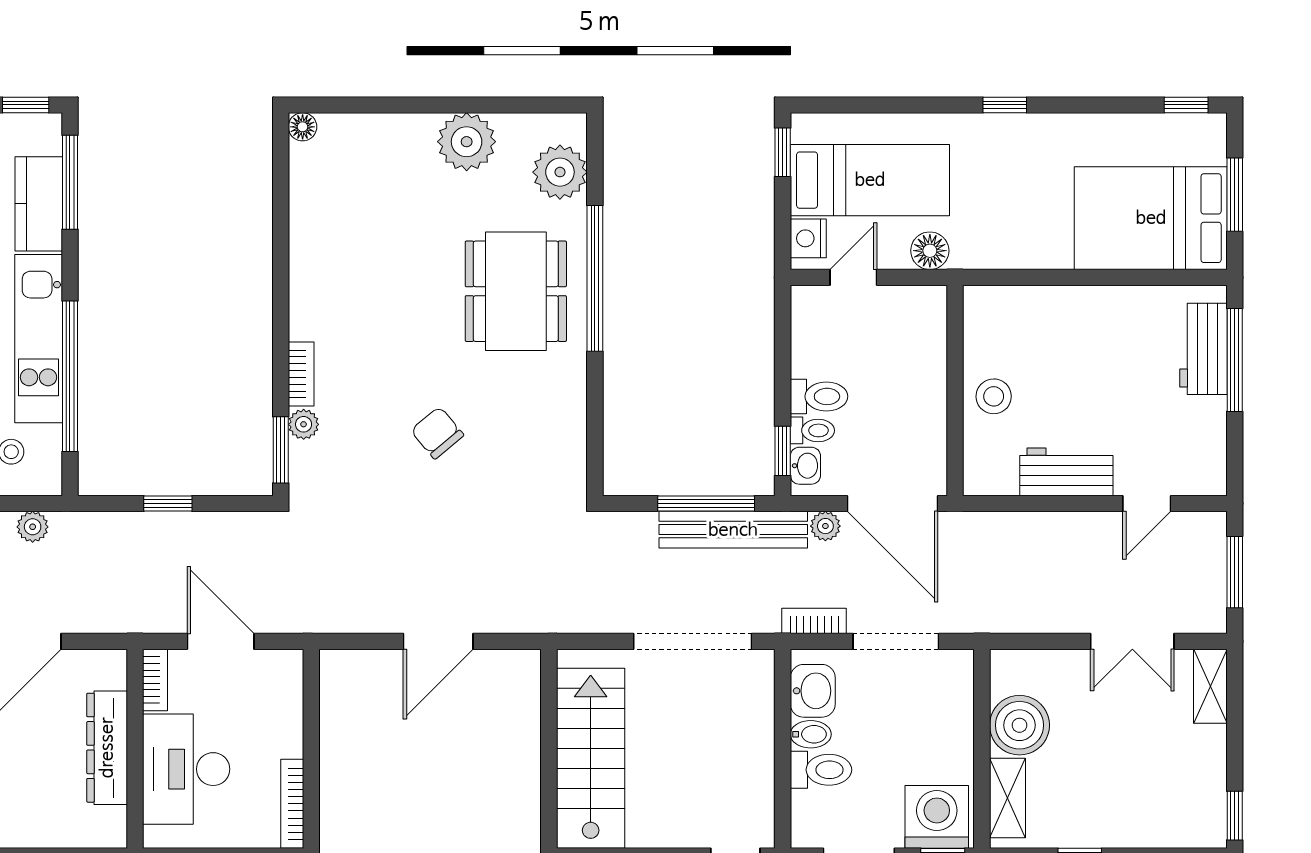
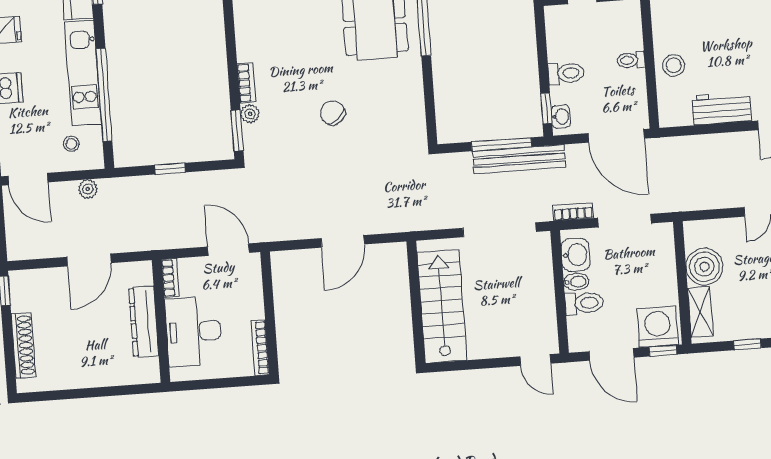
toilet: (812, 430) -> (631, 60), moved, turned 180
plant: (825, 526) -> (576, 153), removed
door: (221, 641) -> (228, 250), moved

